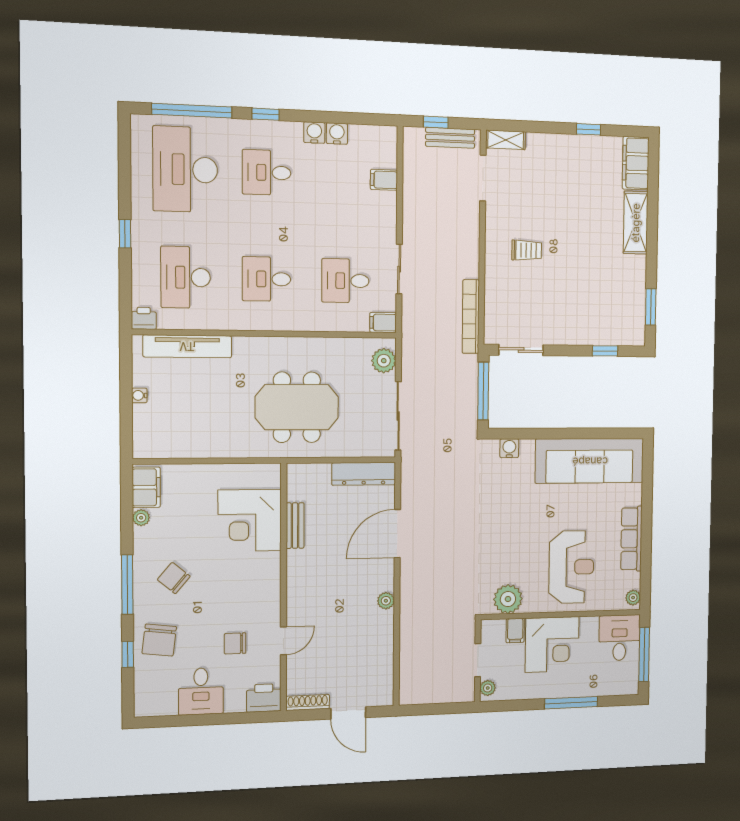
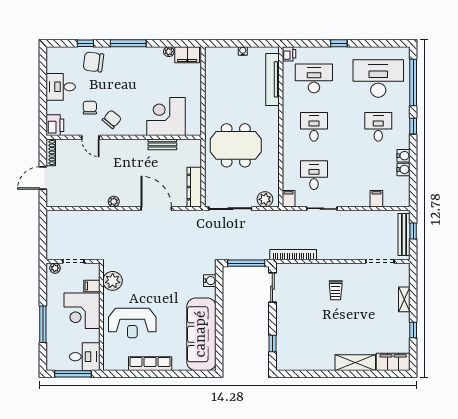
bench: (450, 138) -> (404, 235), width x1.36
shelving: (506, 140) -> (404, 299), moved
window: (651, 307) -> (301, 374), removed
meeting table: (297, 407) -> (236, 145), turned 90
chair: (174, 578) -> (112, 119), moved
plant: (633, 598) -> (111, 366), removed

